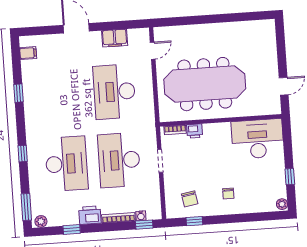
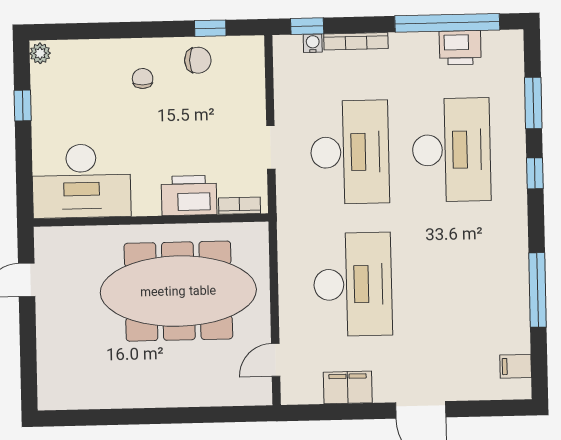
window: (19, 93) -> (538, 290), width x2.17
printer: (195, 131) -> (189, 196), width x1.87, depth x1.48
desk: (66, 164) -> (451, 150), turned 180
chair: (190, 199) -> (198, 60), moved, turned 100
window: (26, 207) -> (533, 103), moved
printer: (90, 215) -> (460, 48), moved
plant: (41, 221) -> (505, 41), removed
window: (72, 229) -> (447, 23), width x3.17

